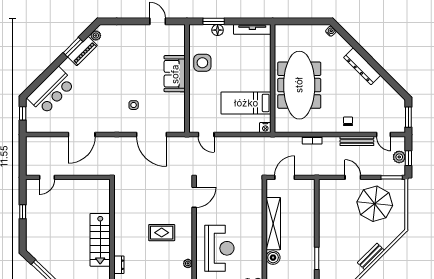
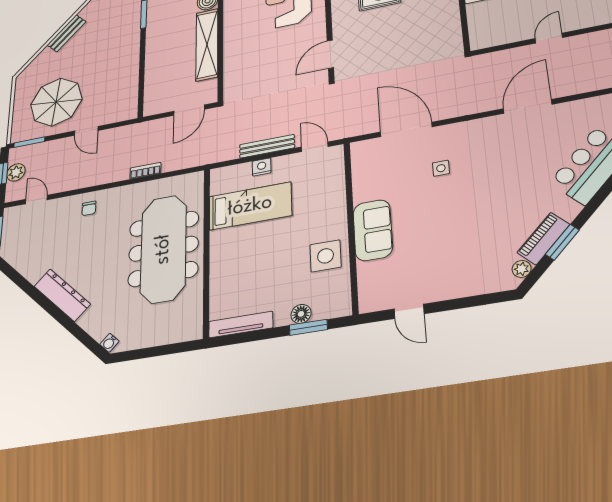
nightstand: (265, 128) -> (262, 167), moved
bench: (357, 141) -> (267, 146), moved
door: (47, 177) -> (549, 38), moved

